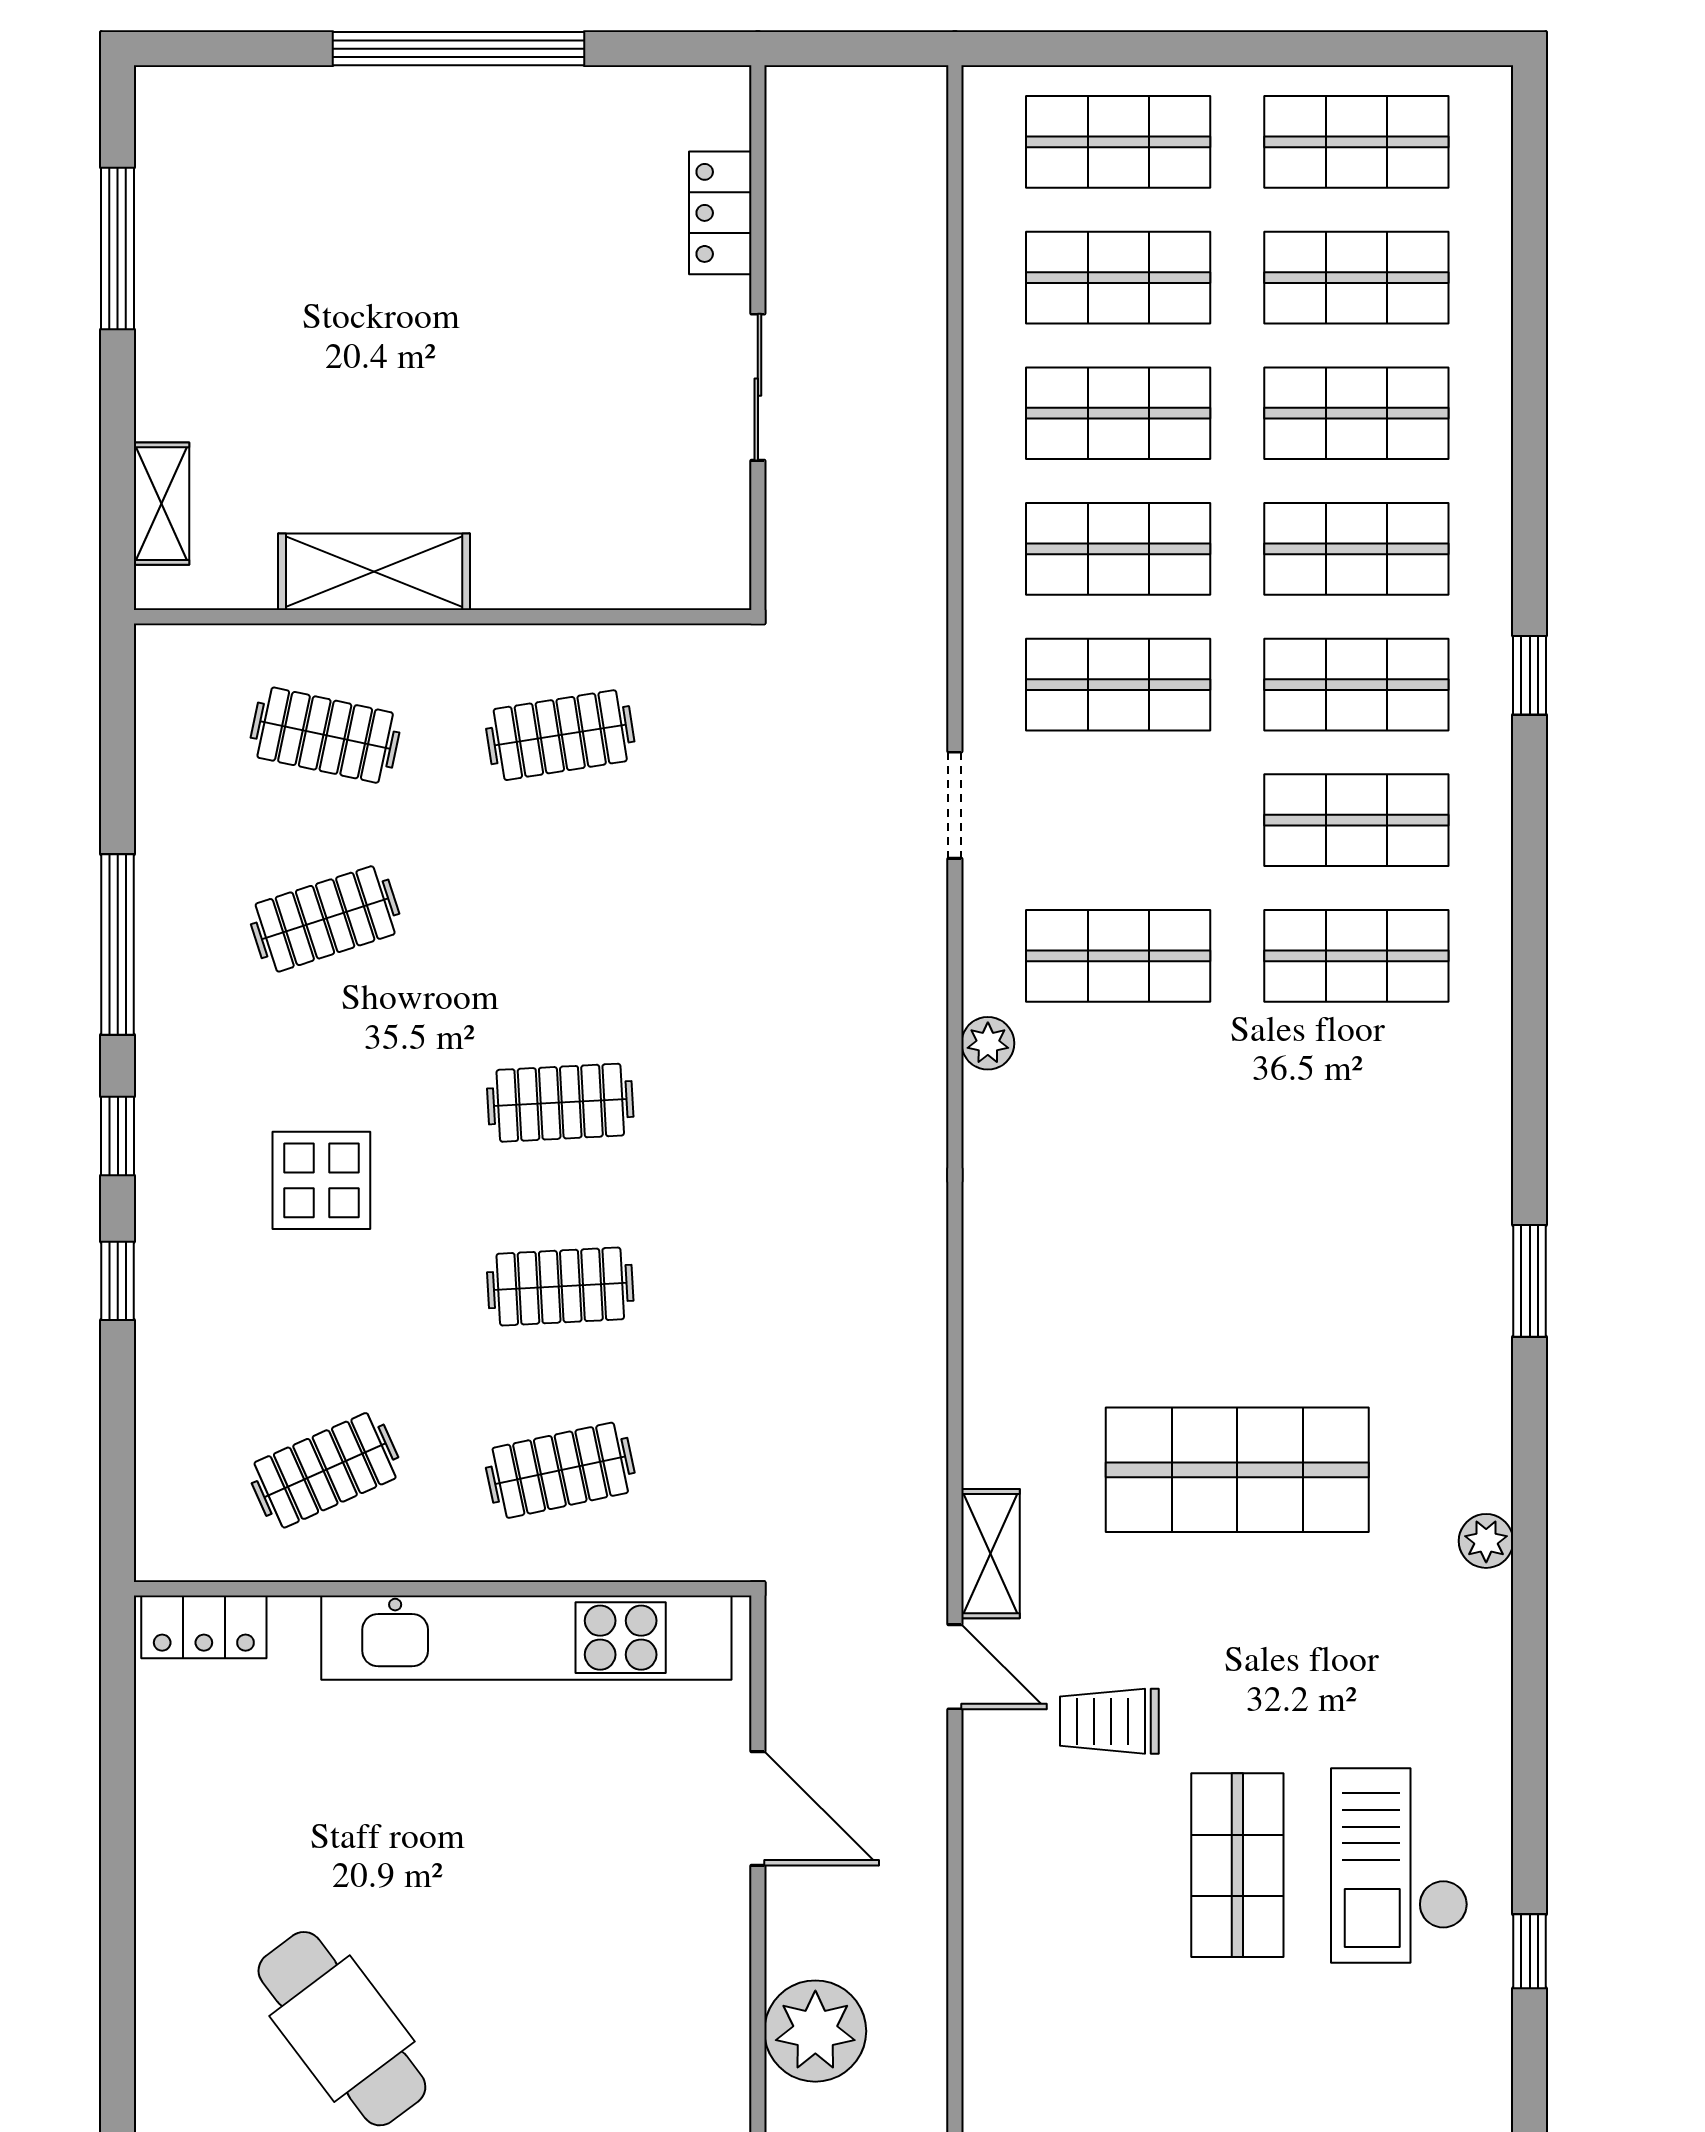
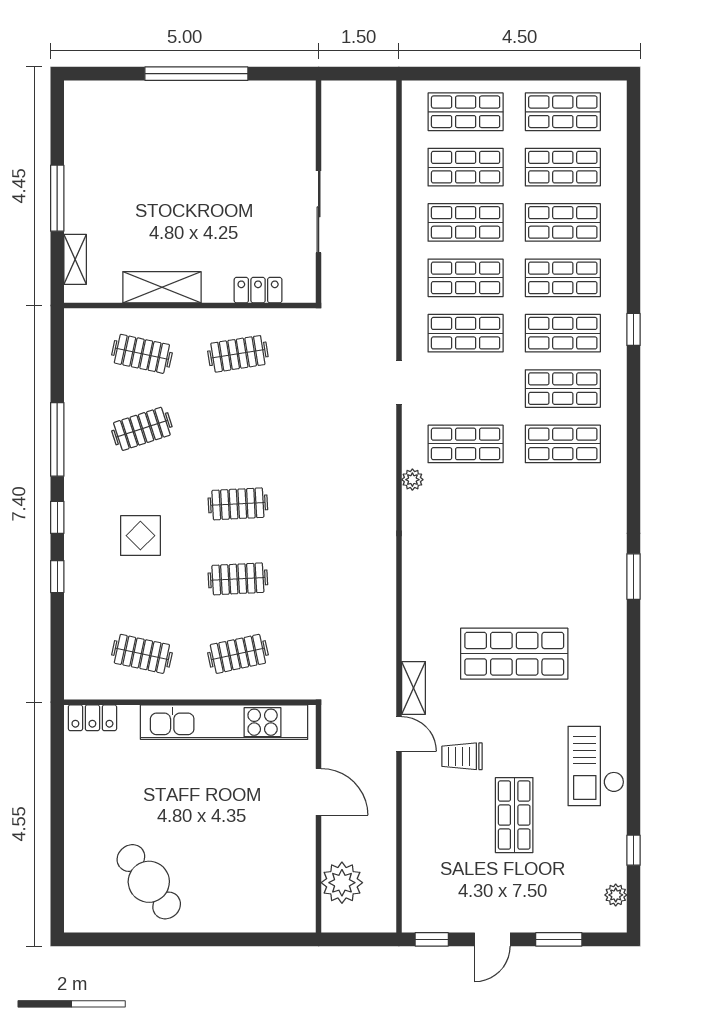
locker: (720, 213) -> (258, 290), moved, turned 90
window: (118, 248) -> (57, 198), moved
sliding door: (758, 387) -> (319, 212), width x1.37
clothes rail: (325, 1470) -> (142, 654), turned 36
plant: (1486, 1541) -> (616, 895), moved
checkout: (1400, 1865) -> (596, 766), moved

